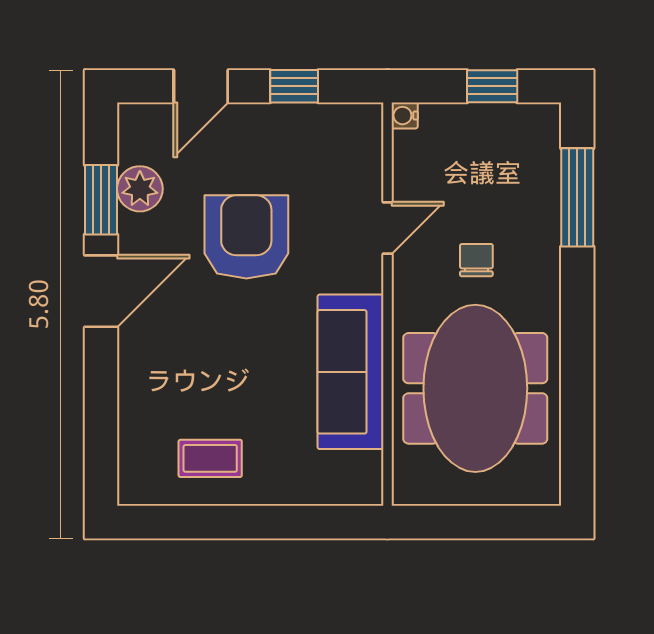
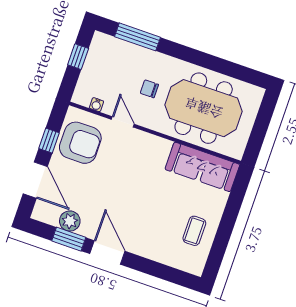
door: (201, 86) -> (35, 180), width x1.38
water cooler: (405, 116) -> (96, 105), moved
armchair: (246, 237) -> (80, 143), moved, turned 180
sofa: (351, 372) -> (202, 167), moved

